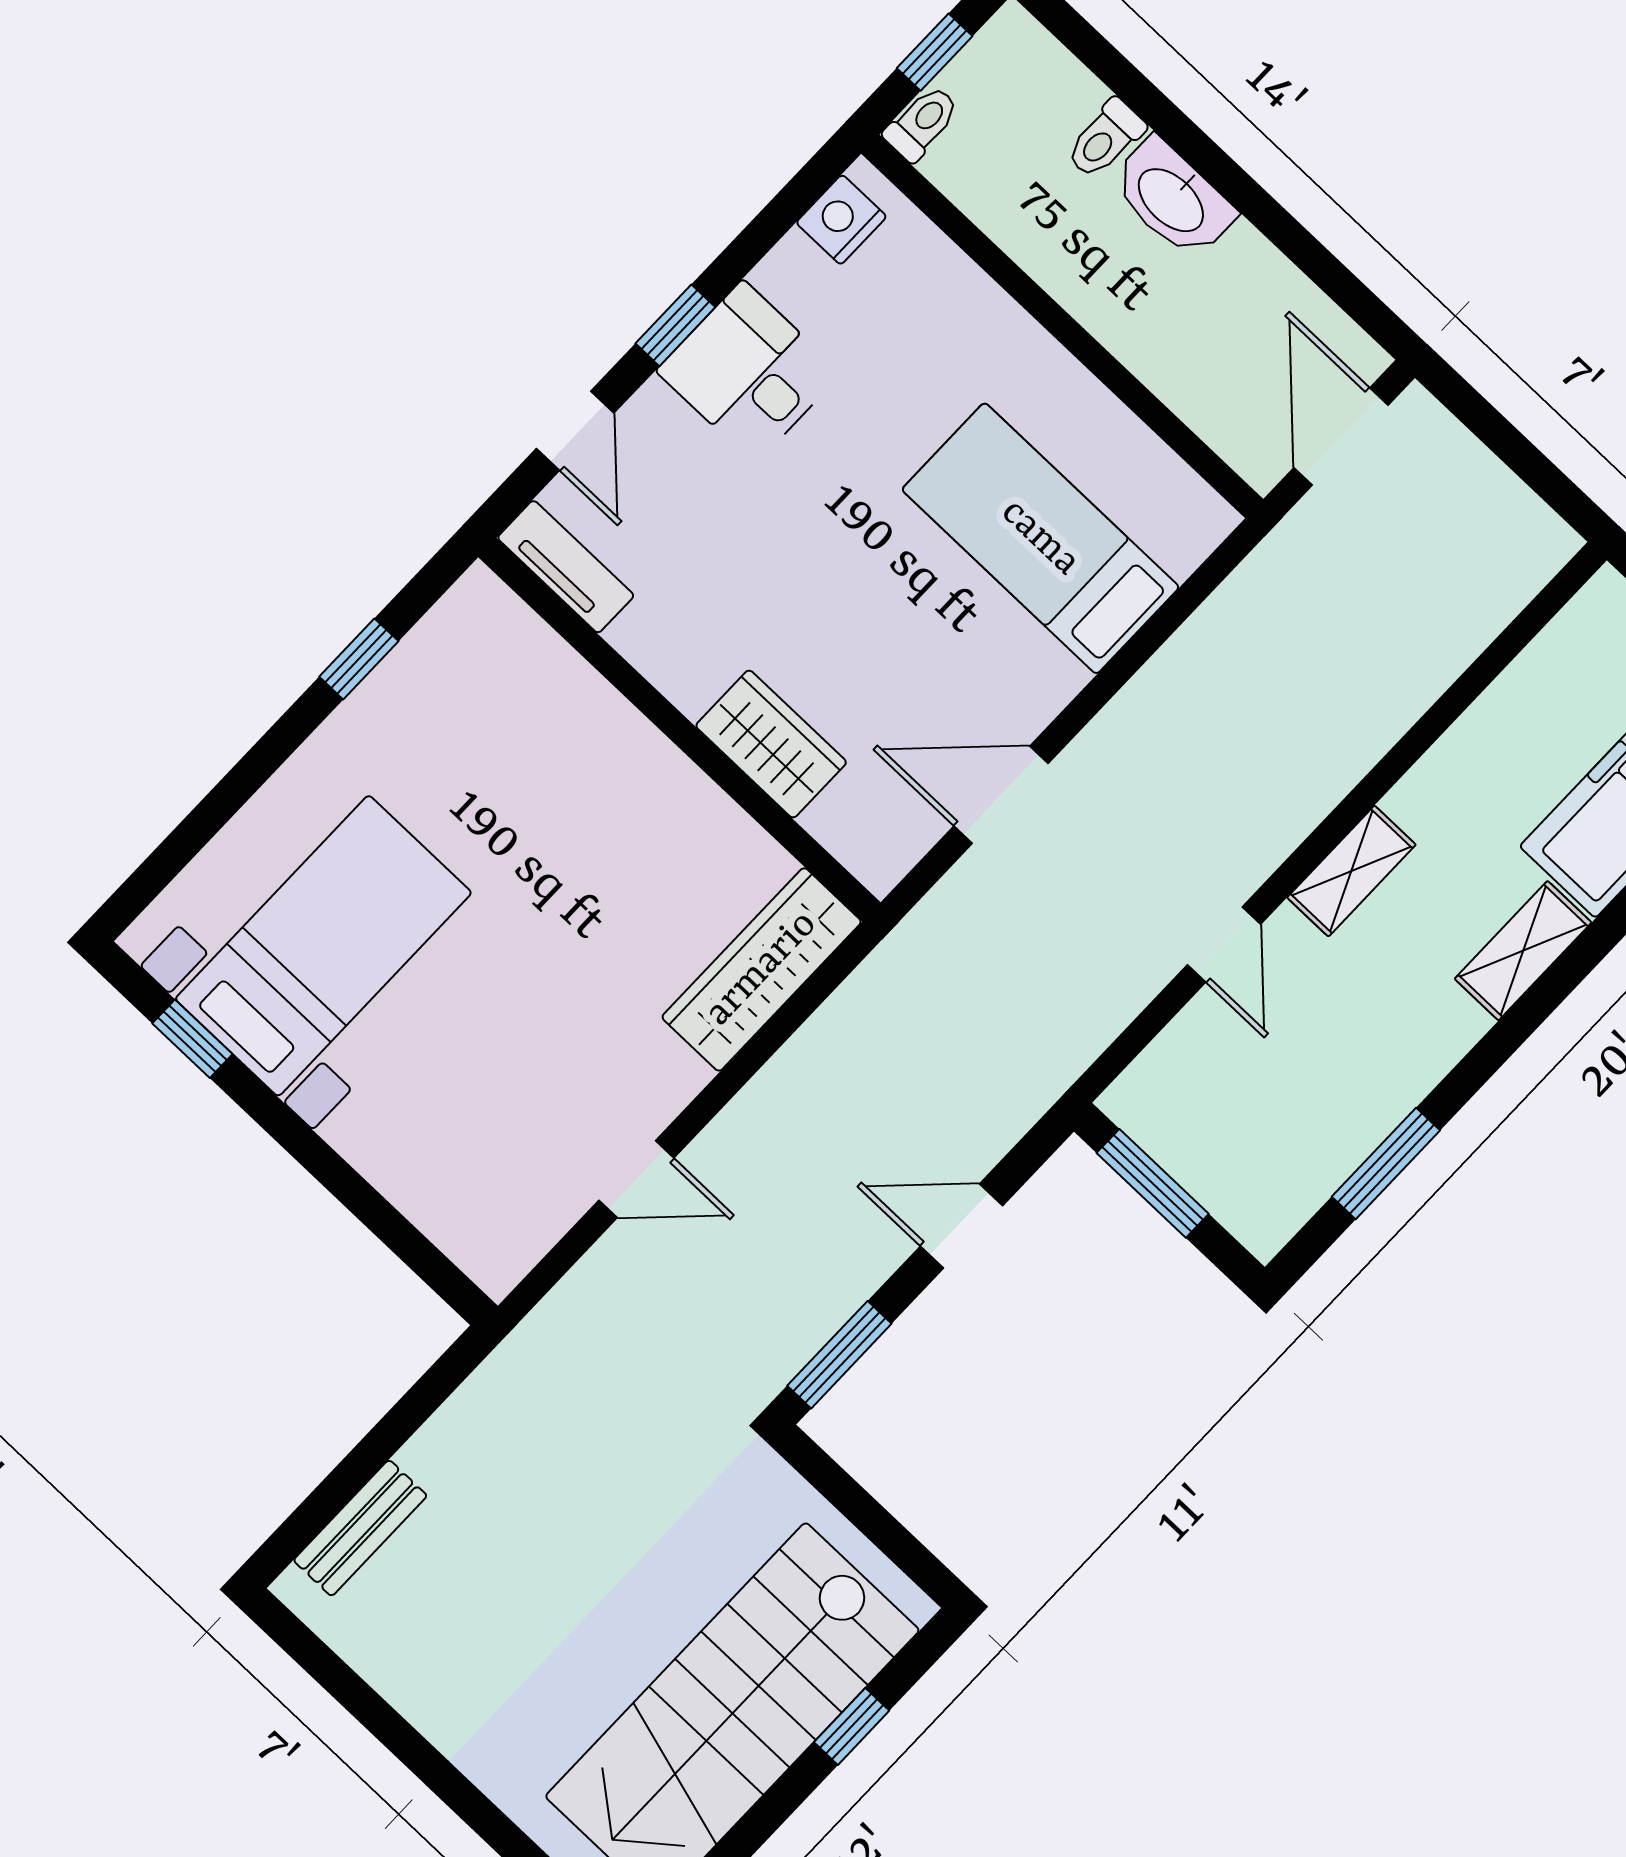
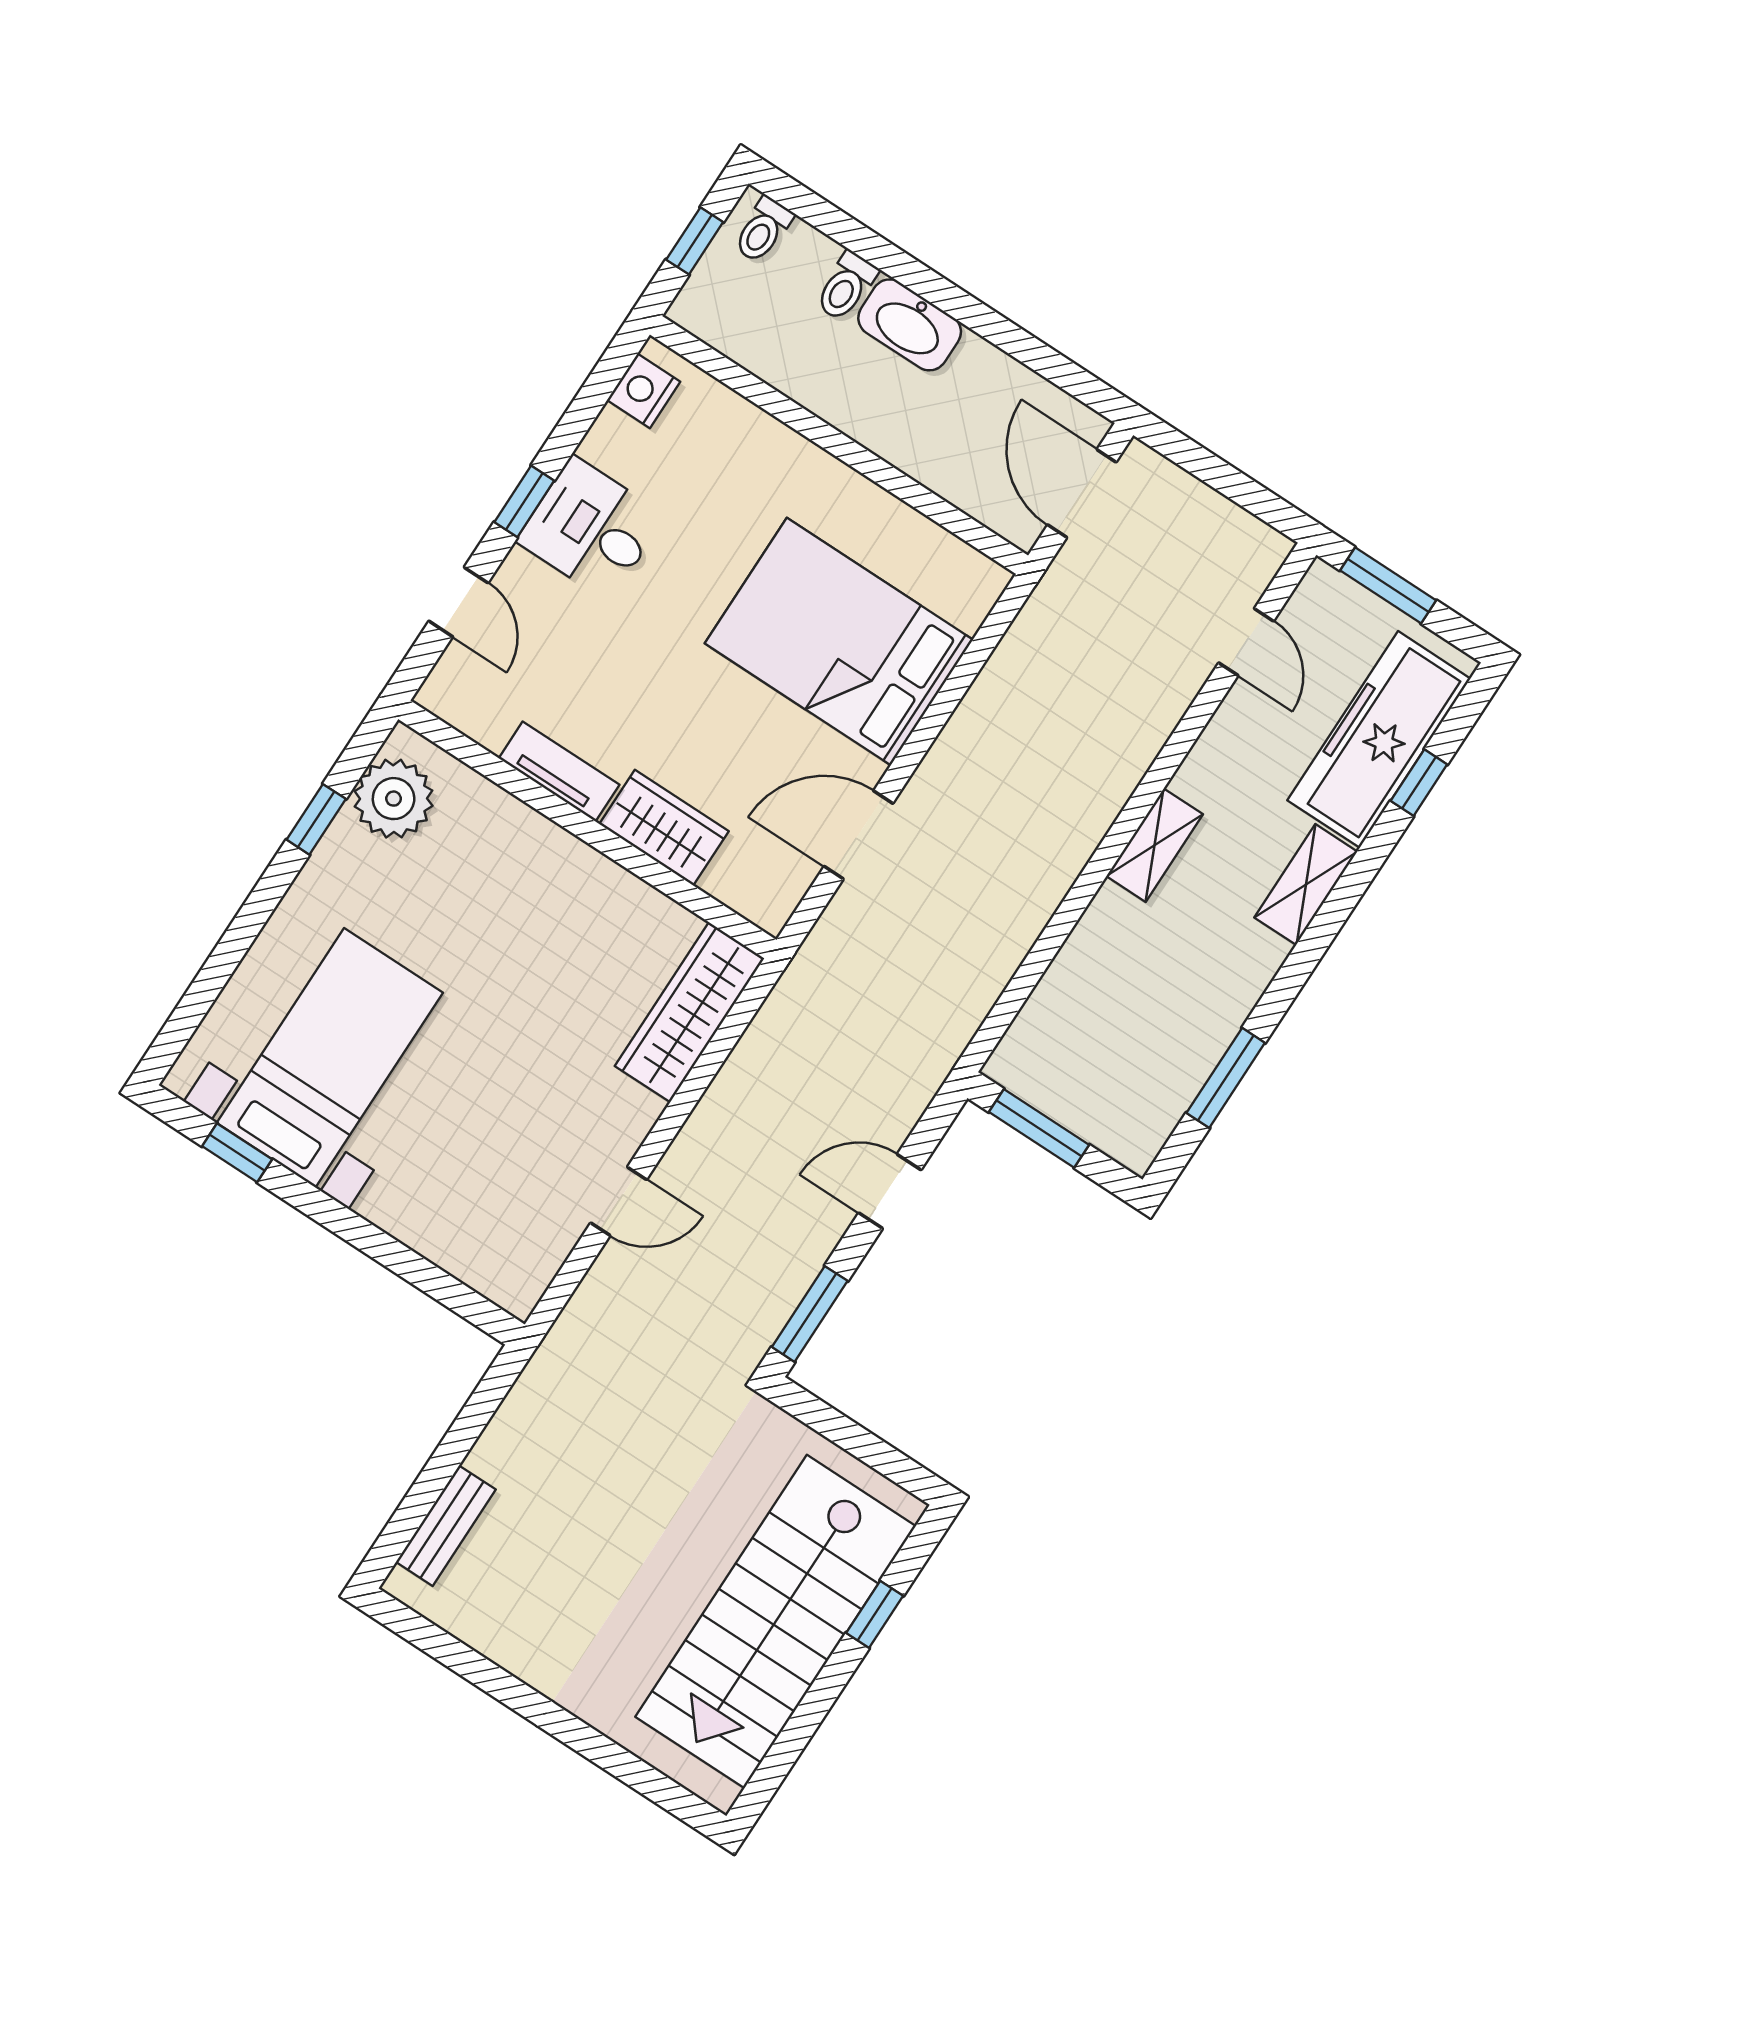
toilet: (922, 123) -> (763, 230), moved, turned 180
bed: (1040, 538) -> (839, 642), width x1.50
tv unit: (566, 567) -> (559, 772), moved
plant: (455, 651) -> (394, 799), added
door: (1224, 945) -> (1246, 642), moved

